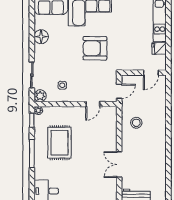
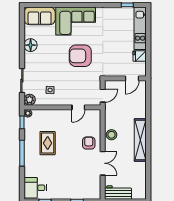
stool: (136, 123) -> (111, 135), moved
shelving: (160, 139) -> (140, 140), added
rug: (60, 143) -> (48, 143), width x0.73, depth x0.70
armchair: (104, 143) -> (89, 143), added
double door: (119, 164) -> (103, 163), swing flipped

